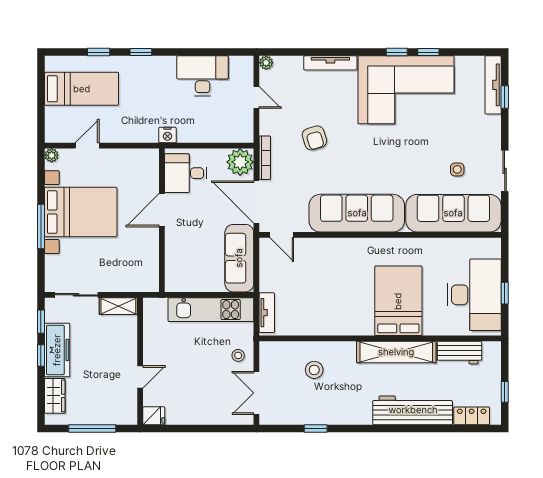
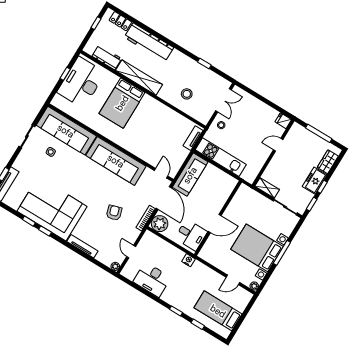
freezer: (57, 350) -> (315, 181), width x0.71

